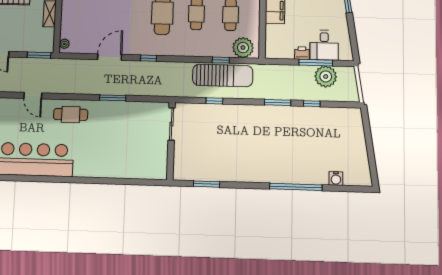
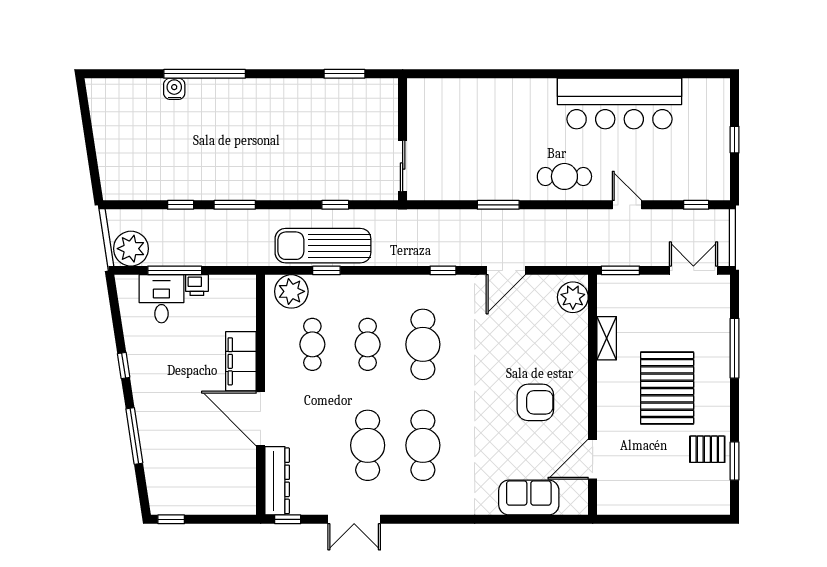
plant: (64, 44) -> (573, 297), width x1.88, depth x1.88
plant: (326, 76) -> (131, 249), moved
water cooler: (336, 178) -> (174, 89), moved

